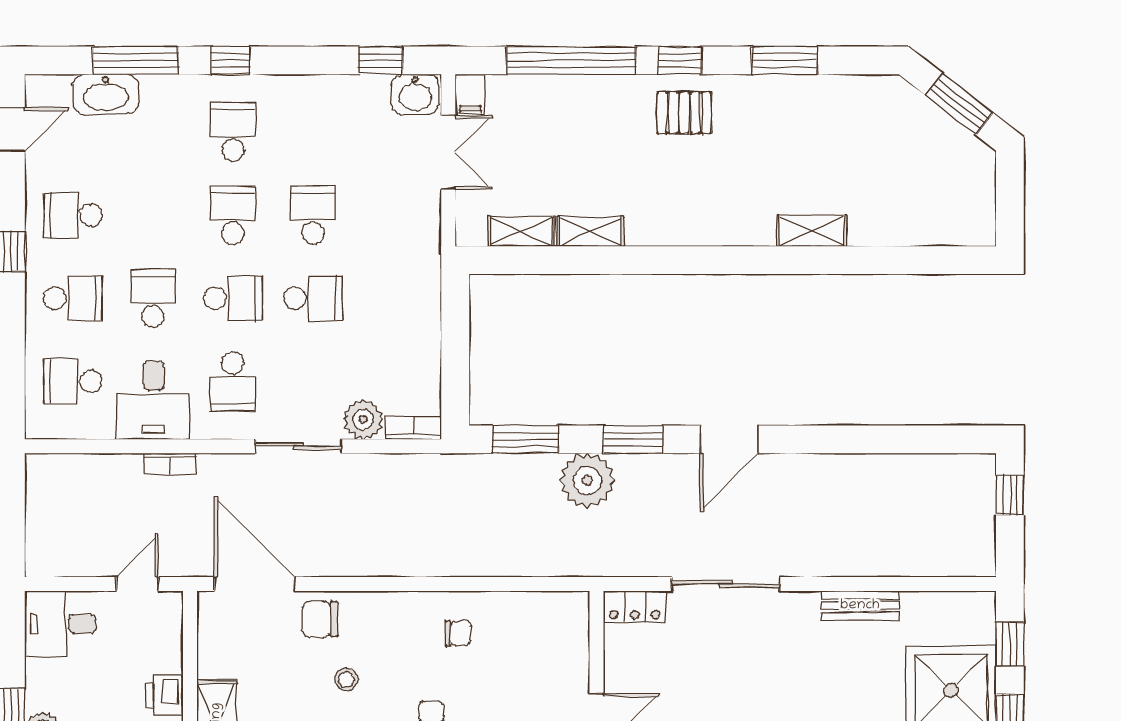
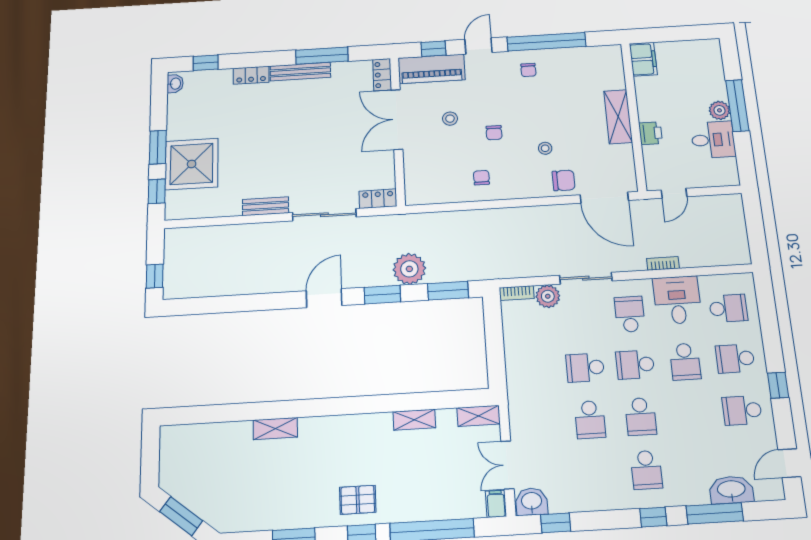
school desk: (73, 215) -> (742, 410), turned 180
shelving: (521, 231) -> (479, 416), moved
bench: (860, 606) -> (266, 206), moved
desk: (60, 624) -> (713, 140), moved
chair: (458, 633) -> (481, 178), turned 90

